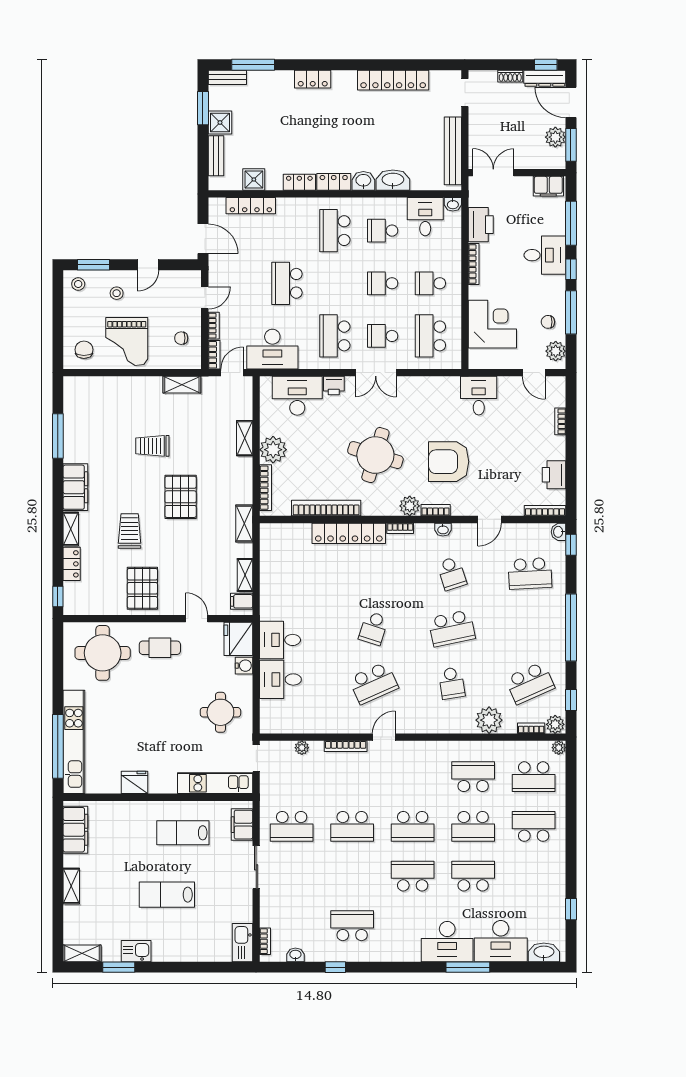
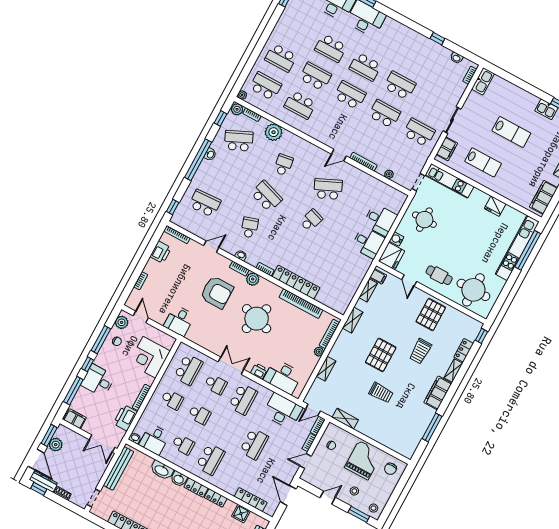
plant: (273, 450) -> (319, 352), width x0.53, depth x0.53
washbasin: (559, 532) -> (210, 154), moved
school desk: (452, 628) -> (266, 196), turned 30
school desk: (352, 926) -> (400, 85), moved, turned 180

